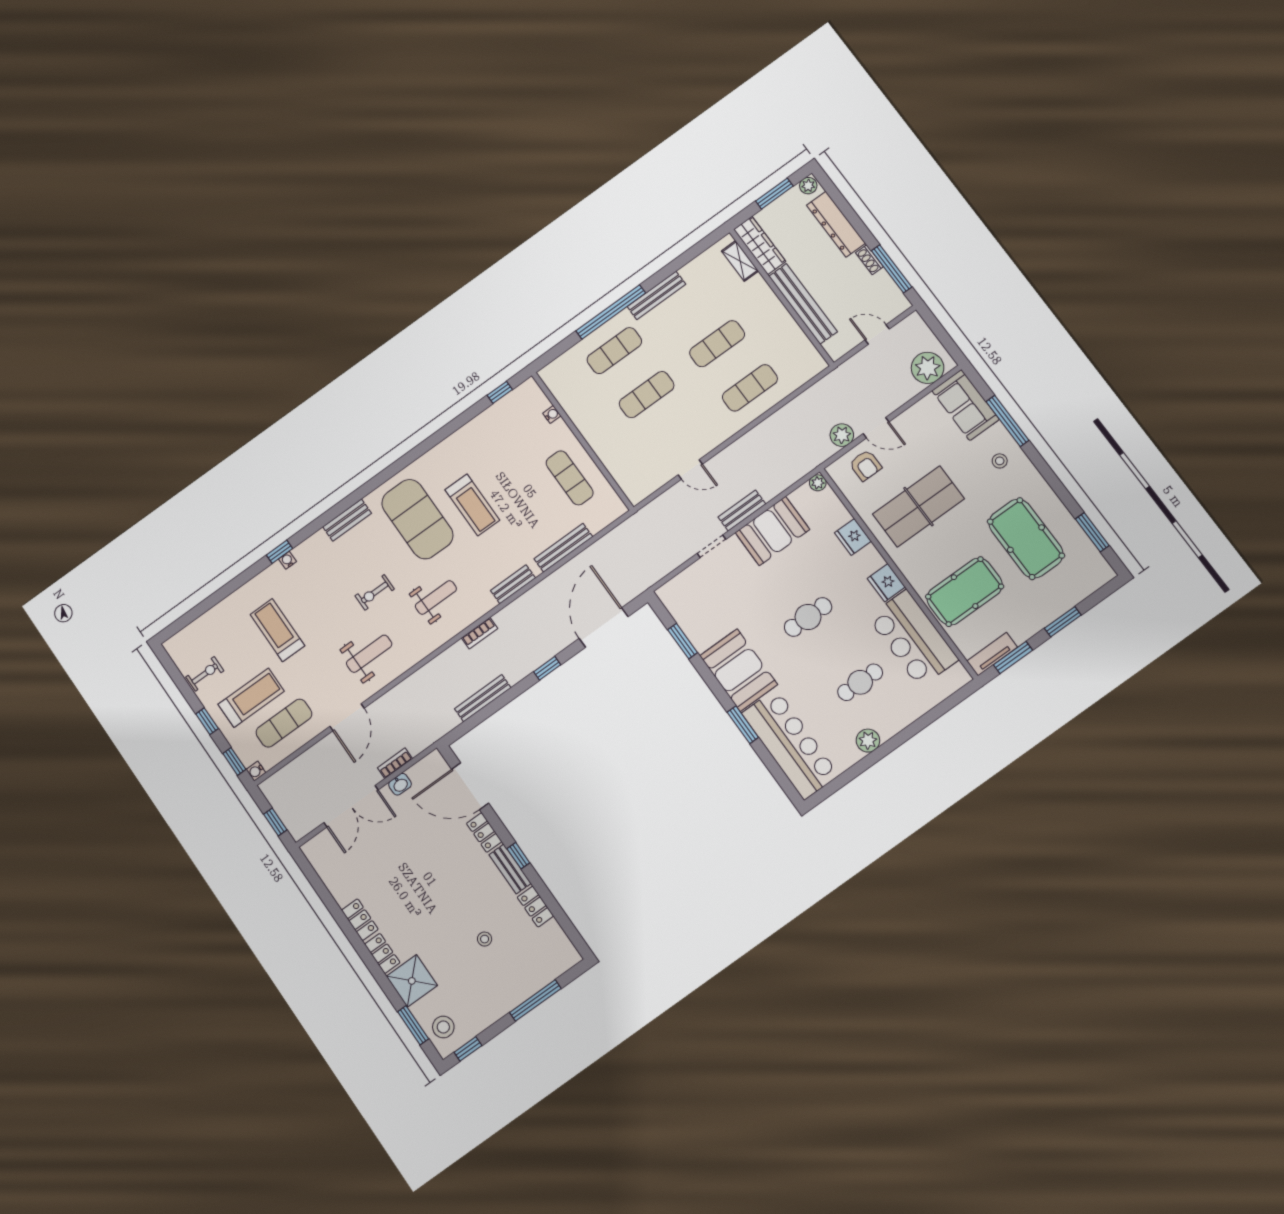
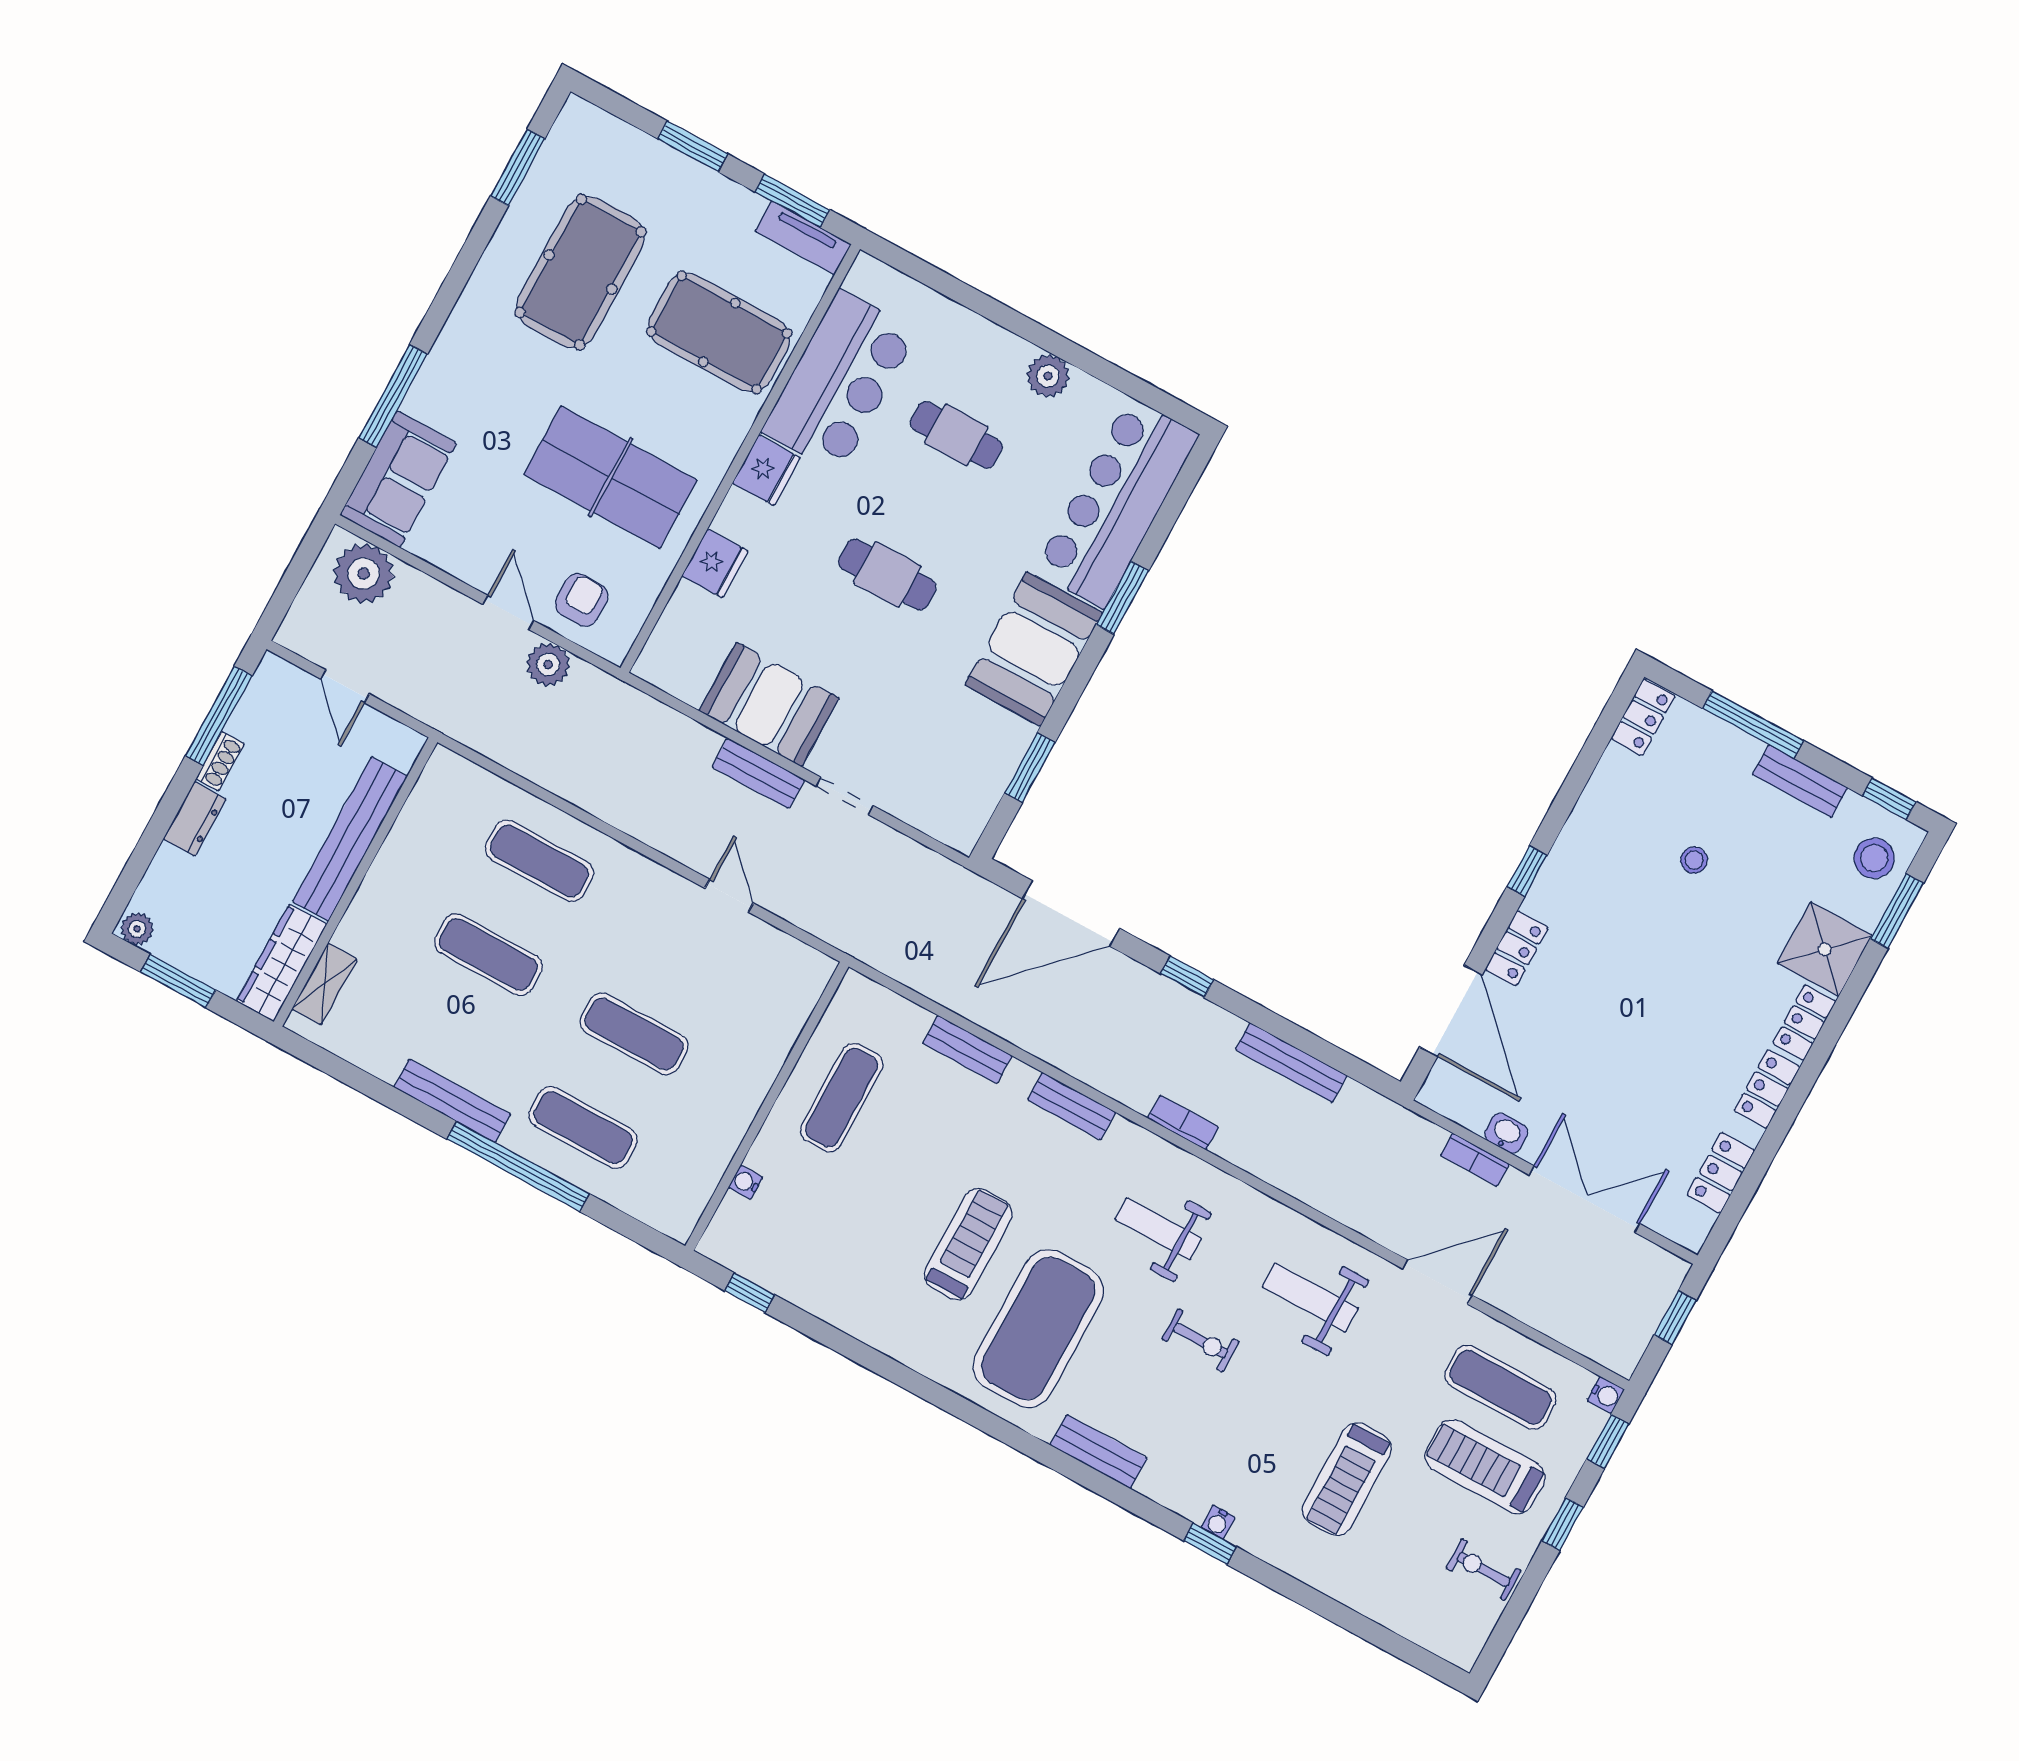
dresser: (836, 224) -> (195, 819), width x0.51, depth x0.80
stool: (1000, 461) -> (468, 377), removed
plant: (818, 483) -> (650, 667), removed
bench: (563, 548) -> (967, 1049), width x0.73
bench: (510, 869) -> (1800, 781), moved, turned 90
locker: (332, 878) -> (1721, 1173), added
locker: (535, 907) -> (1643, 717), moved

